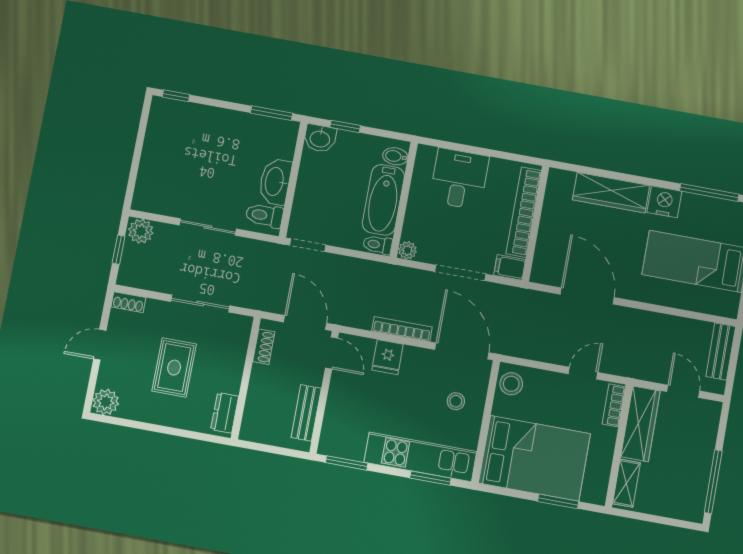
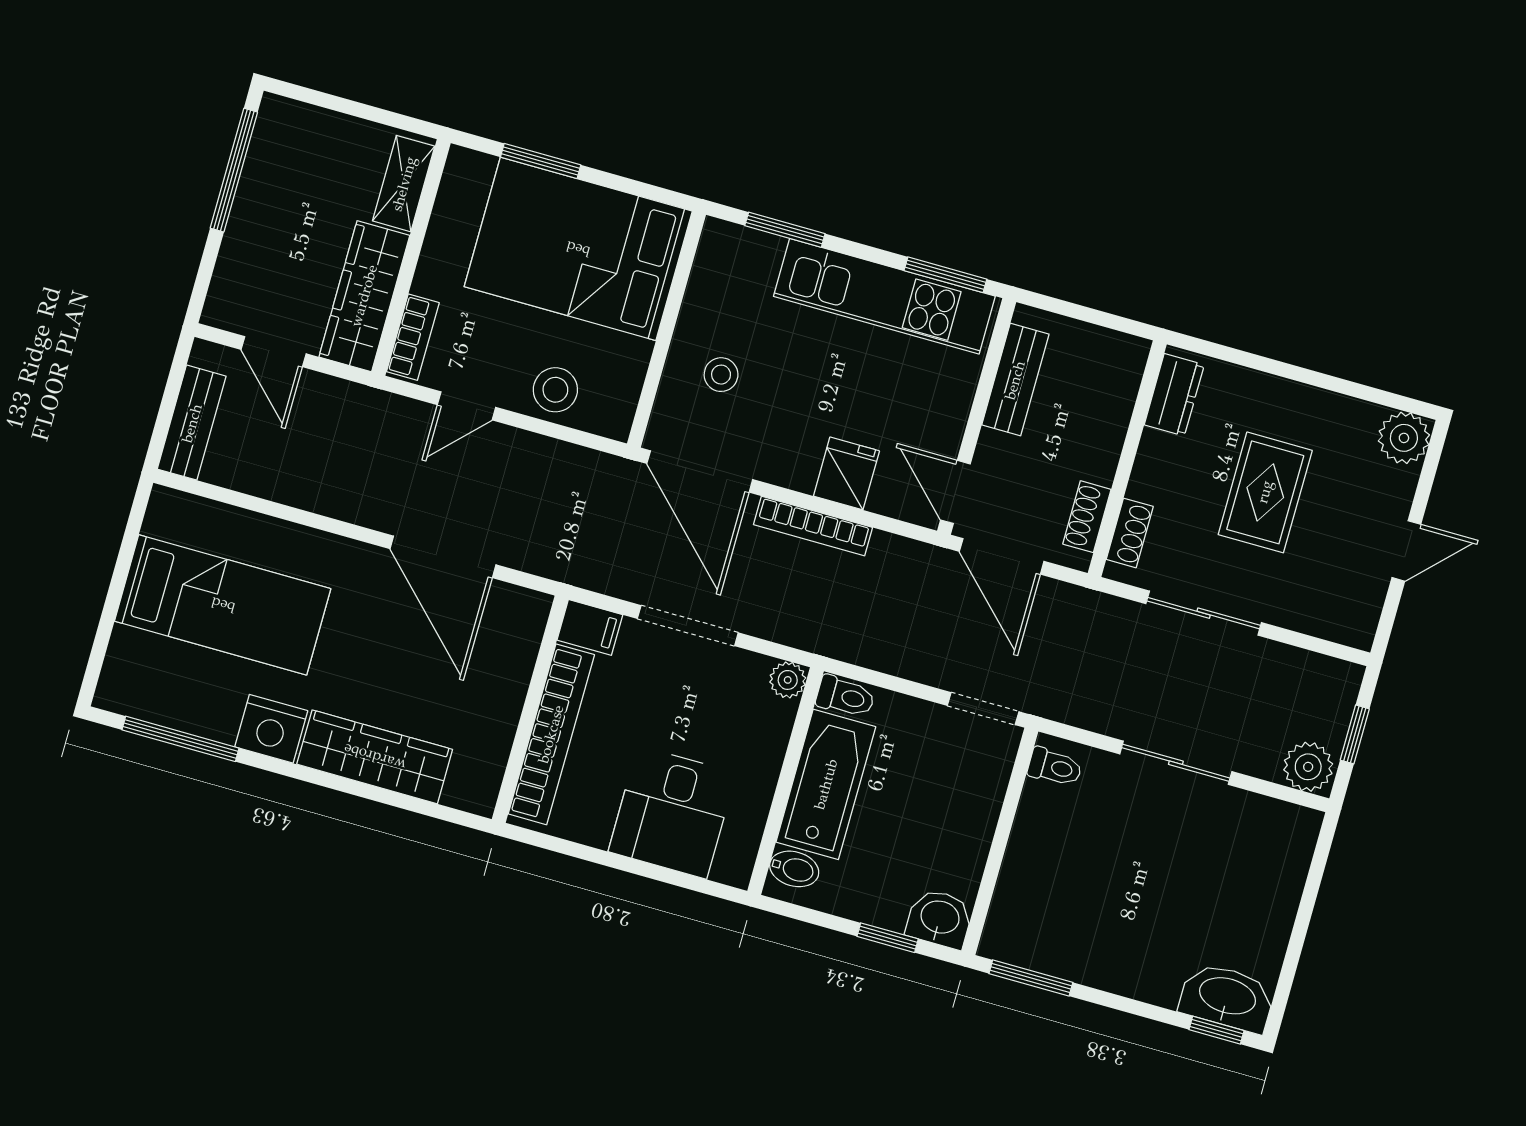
washbasin: (275, 182) -> (1227, 997), moved, turned -90
toilet: (264, 215) -> (1055, 767), width x0.73, depth x0.72
shoe rack: (128, 302) -> (1130, 533), moved, turned 90
stool: (511, 384) -> (555, 390), moved
kitchen unit: (420, 457) -> (884, 296), moved

